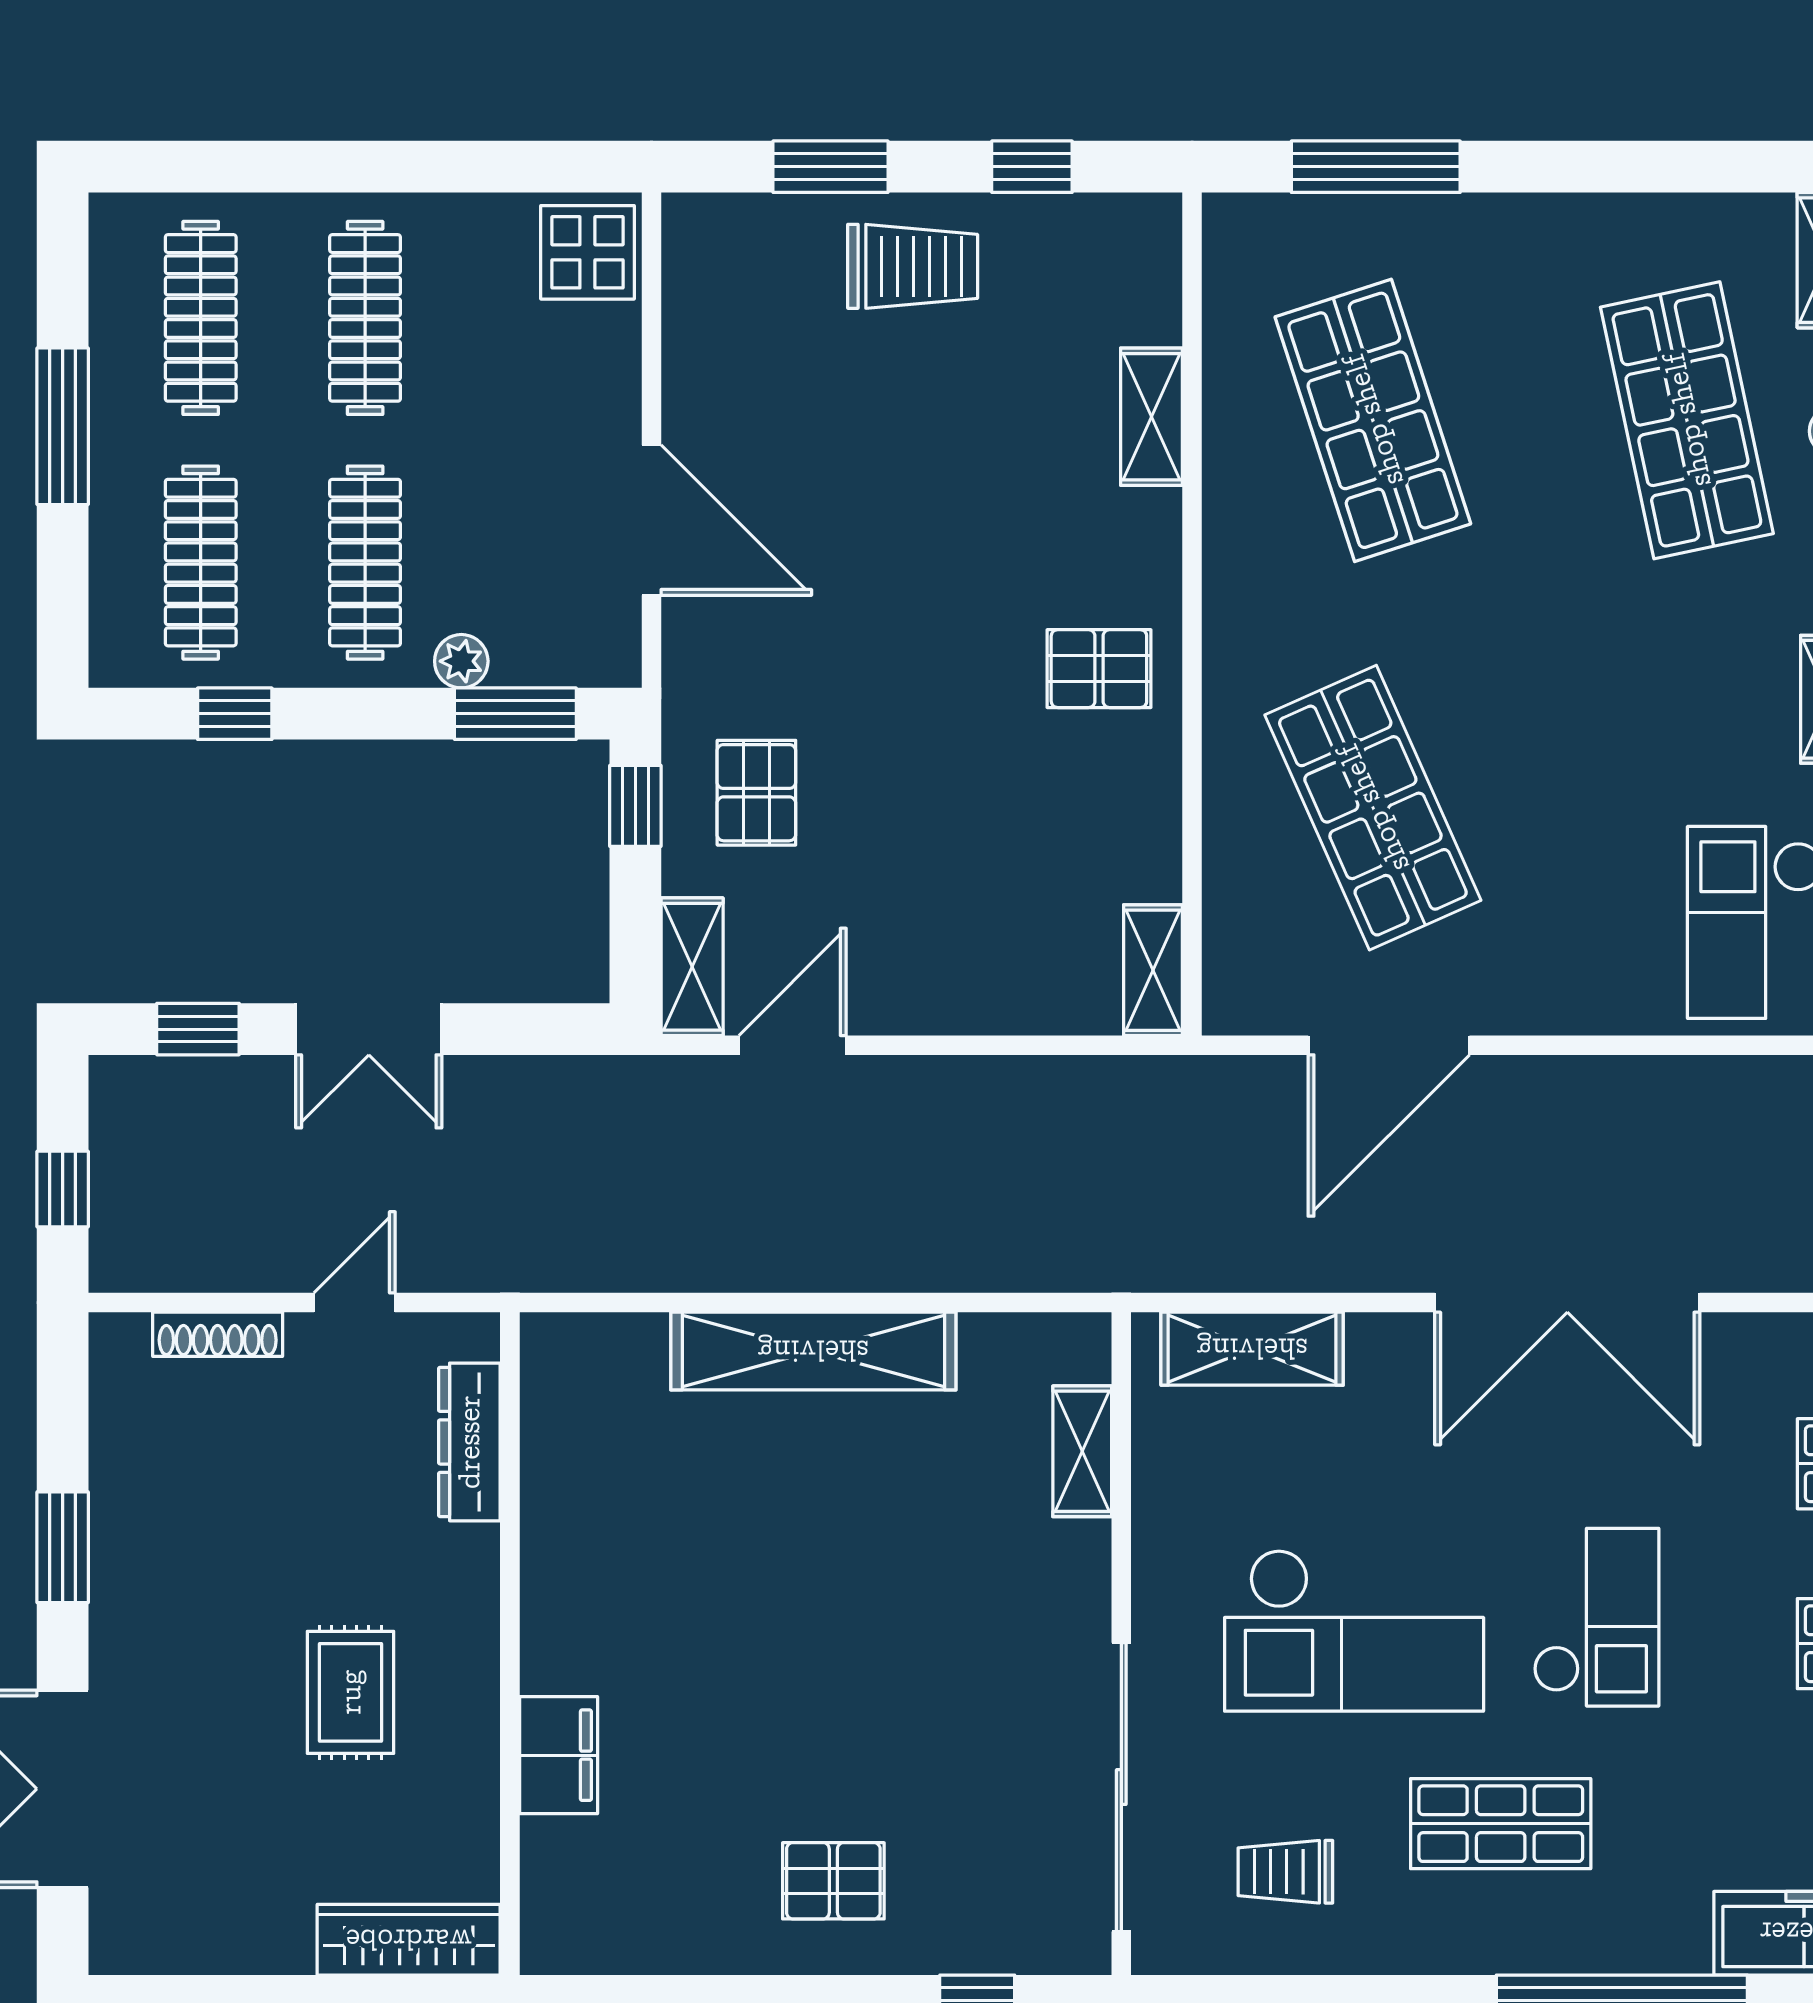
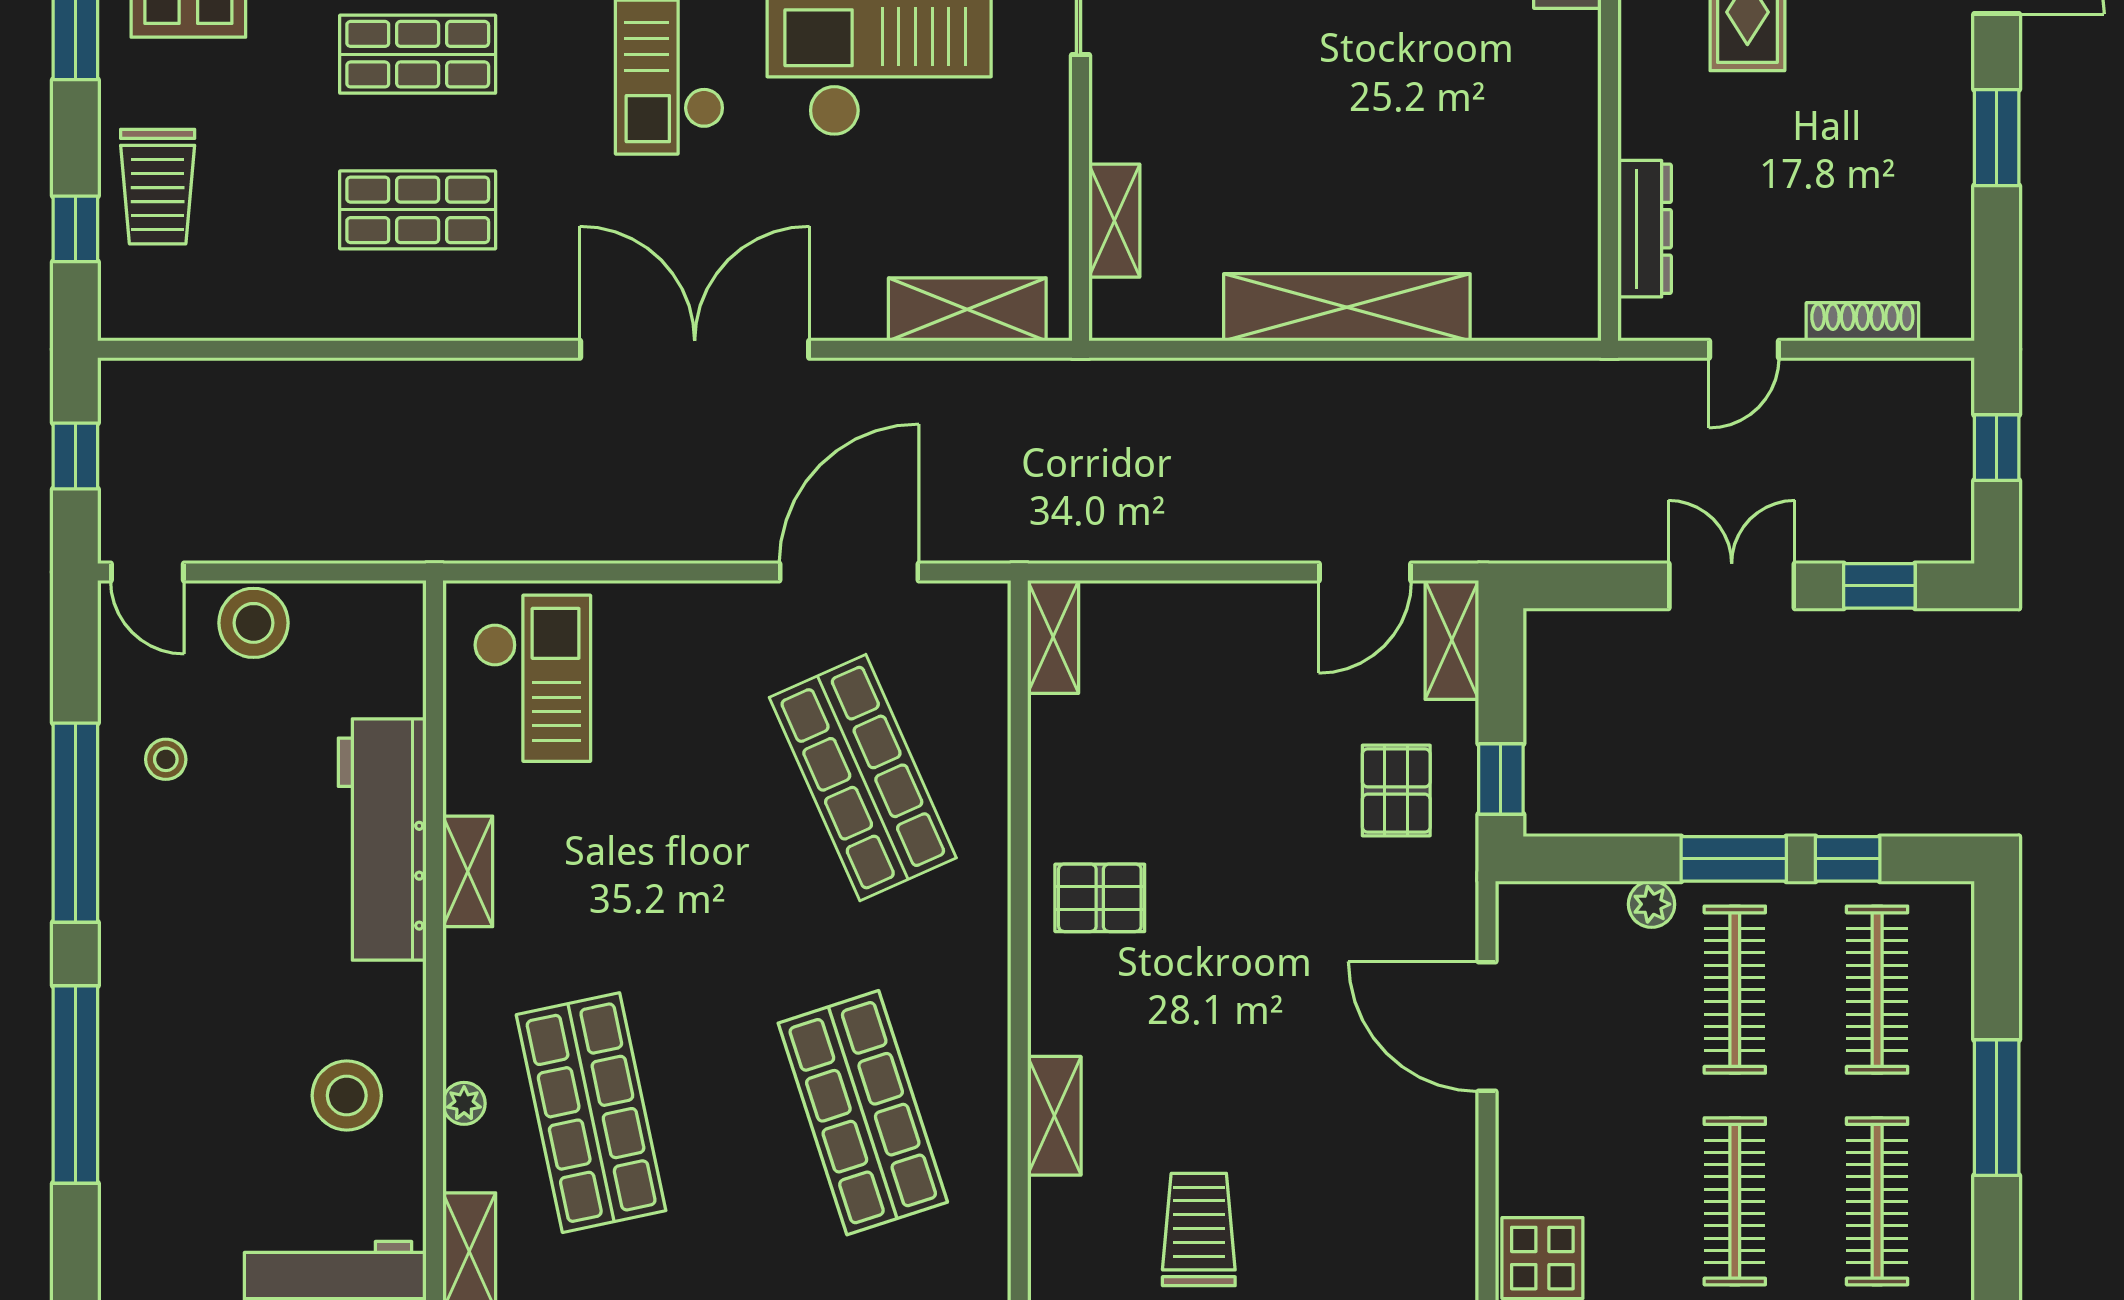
trolley: (913, 266) -> (1199, 1229), moved, turned 90
window: (515, 714) -> (1734, 859), moved

